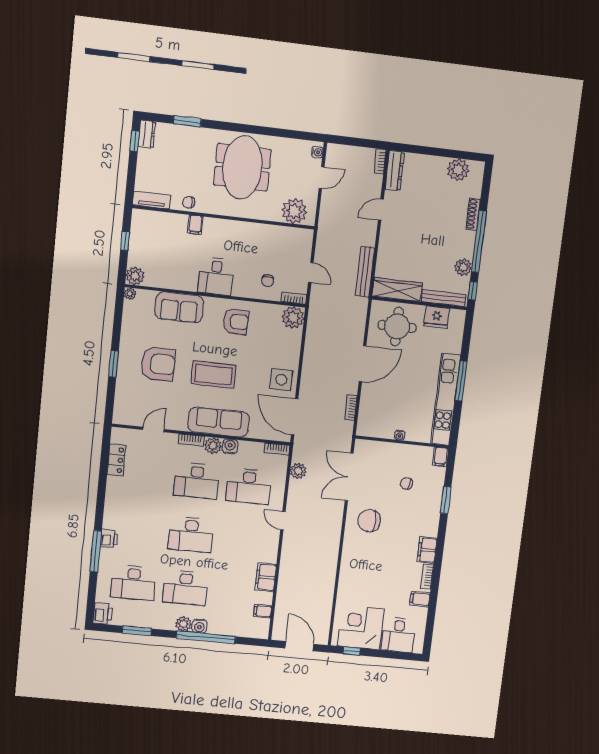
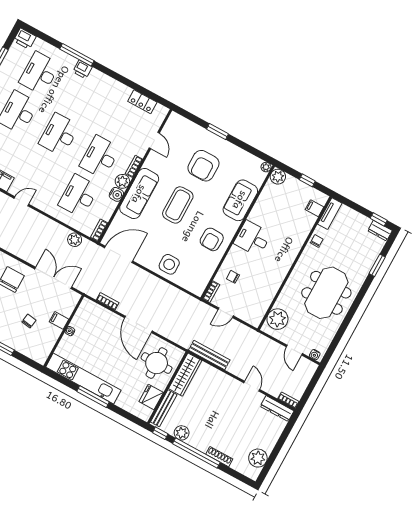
meeting table: (242, 167) -> (326, 293), turned 90
filing cabinet: (195, 225) -> (315, 208), moved
plant: (293, 317) -> (197, 285), removed
side table: (281, 380) -> (169, 264), moved
filing cabinet: (441, 457) -> (59, 320), moved
door: (283, 521) -> (21, 201), moved

